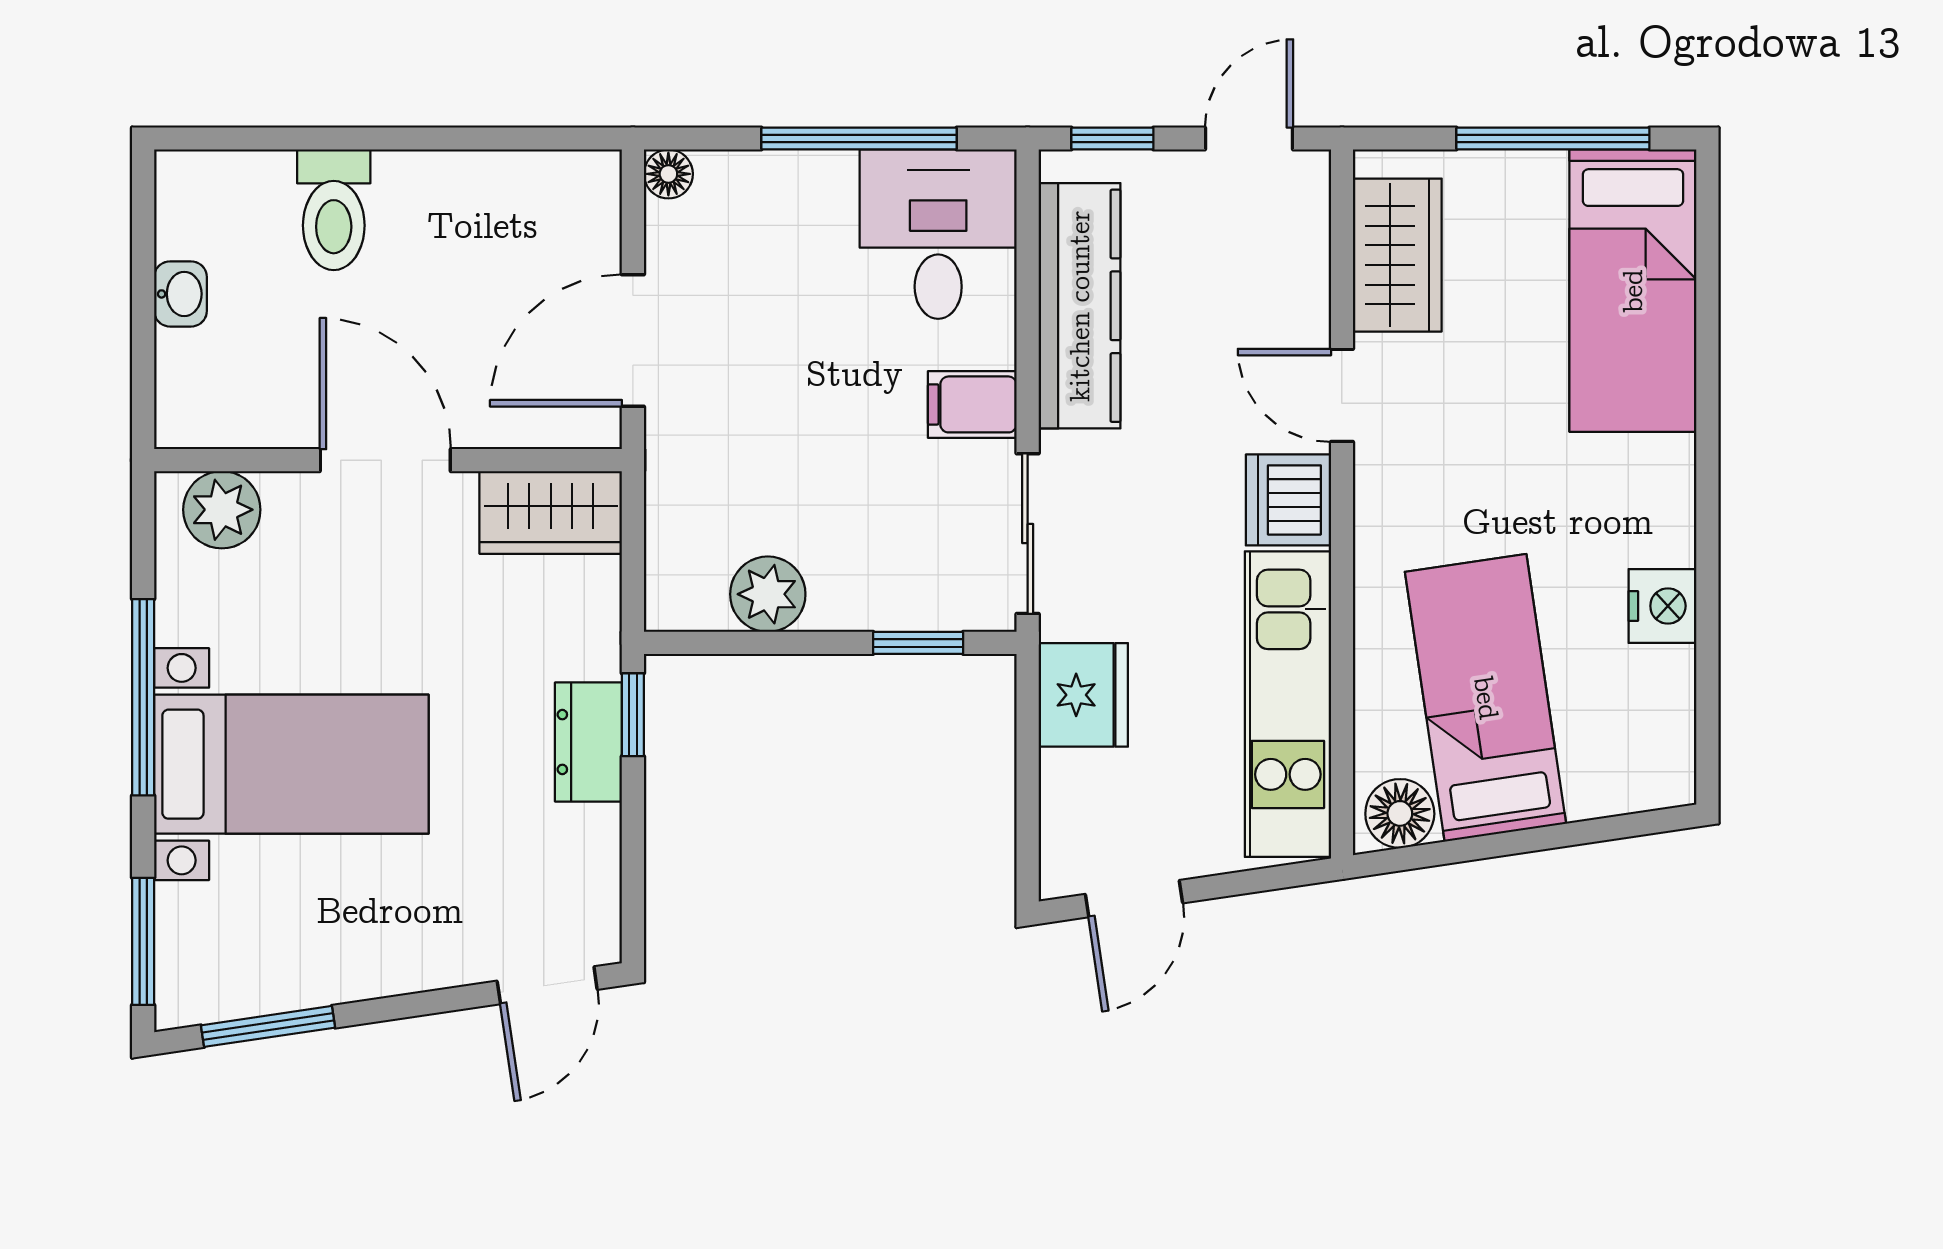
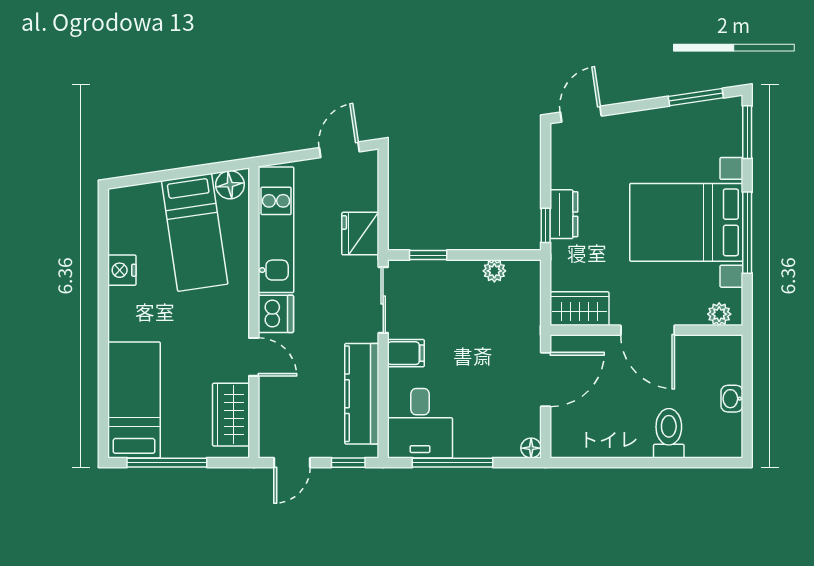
plant: (222, 510) -> (719, 314), width x0.73, depth x0.73
plant: (768, 594) -> (494, 271), width x0.73, depth x0.73
bed with nightstands: (291, 764) -> (686, 222), width x1.36

